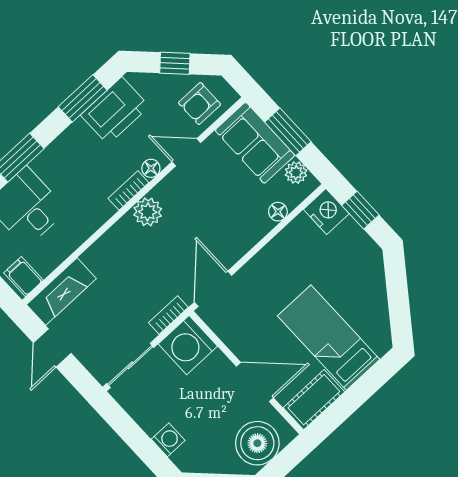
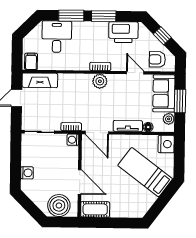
window: (83, 98) -> (104, 16), moved
floor lamp: (151, 168) -> (116, 66), removed
window: (360, 210) -> (179, 156), removed
tv unit: (248, 238) -> (128, 126), added
door: (213, 289) -> (97, 133), swing flipped
bed: (329, 338) -> (145, 172), moved, turned -53
washing machine: (188, 345) -> (73, 140), width x0.53, depth x0.53

